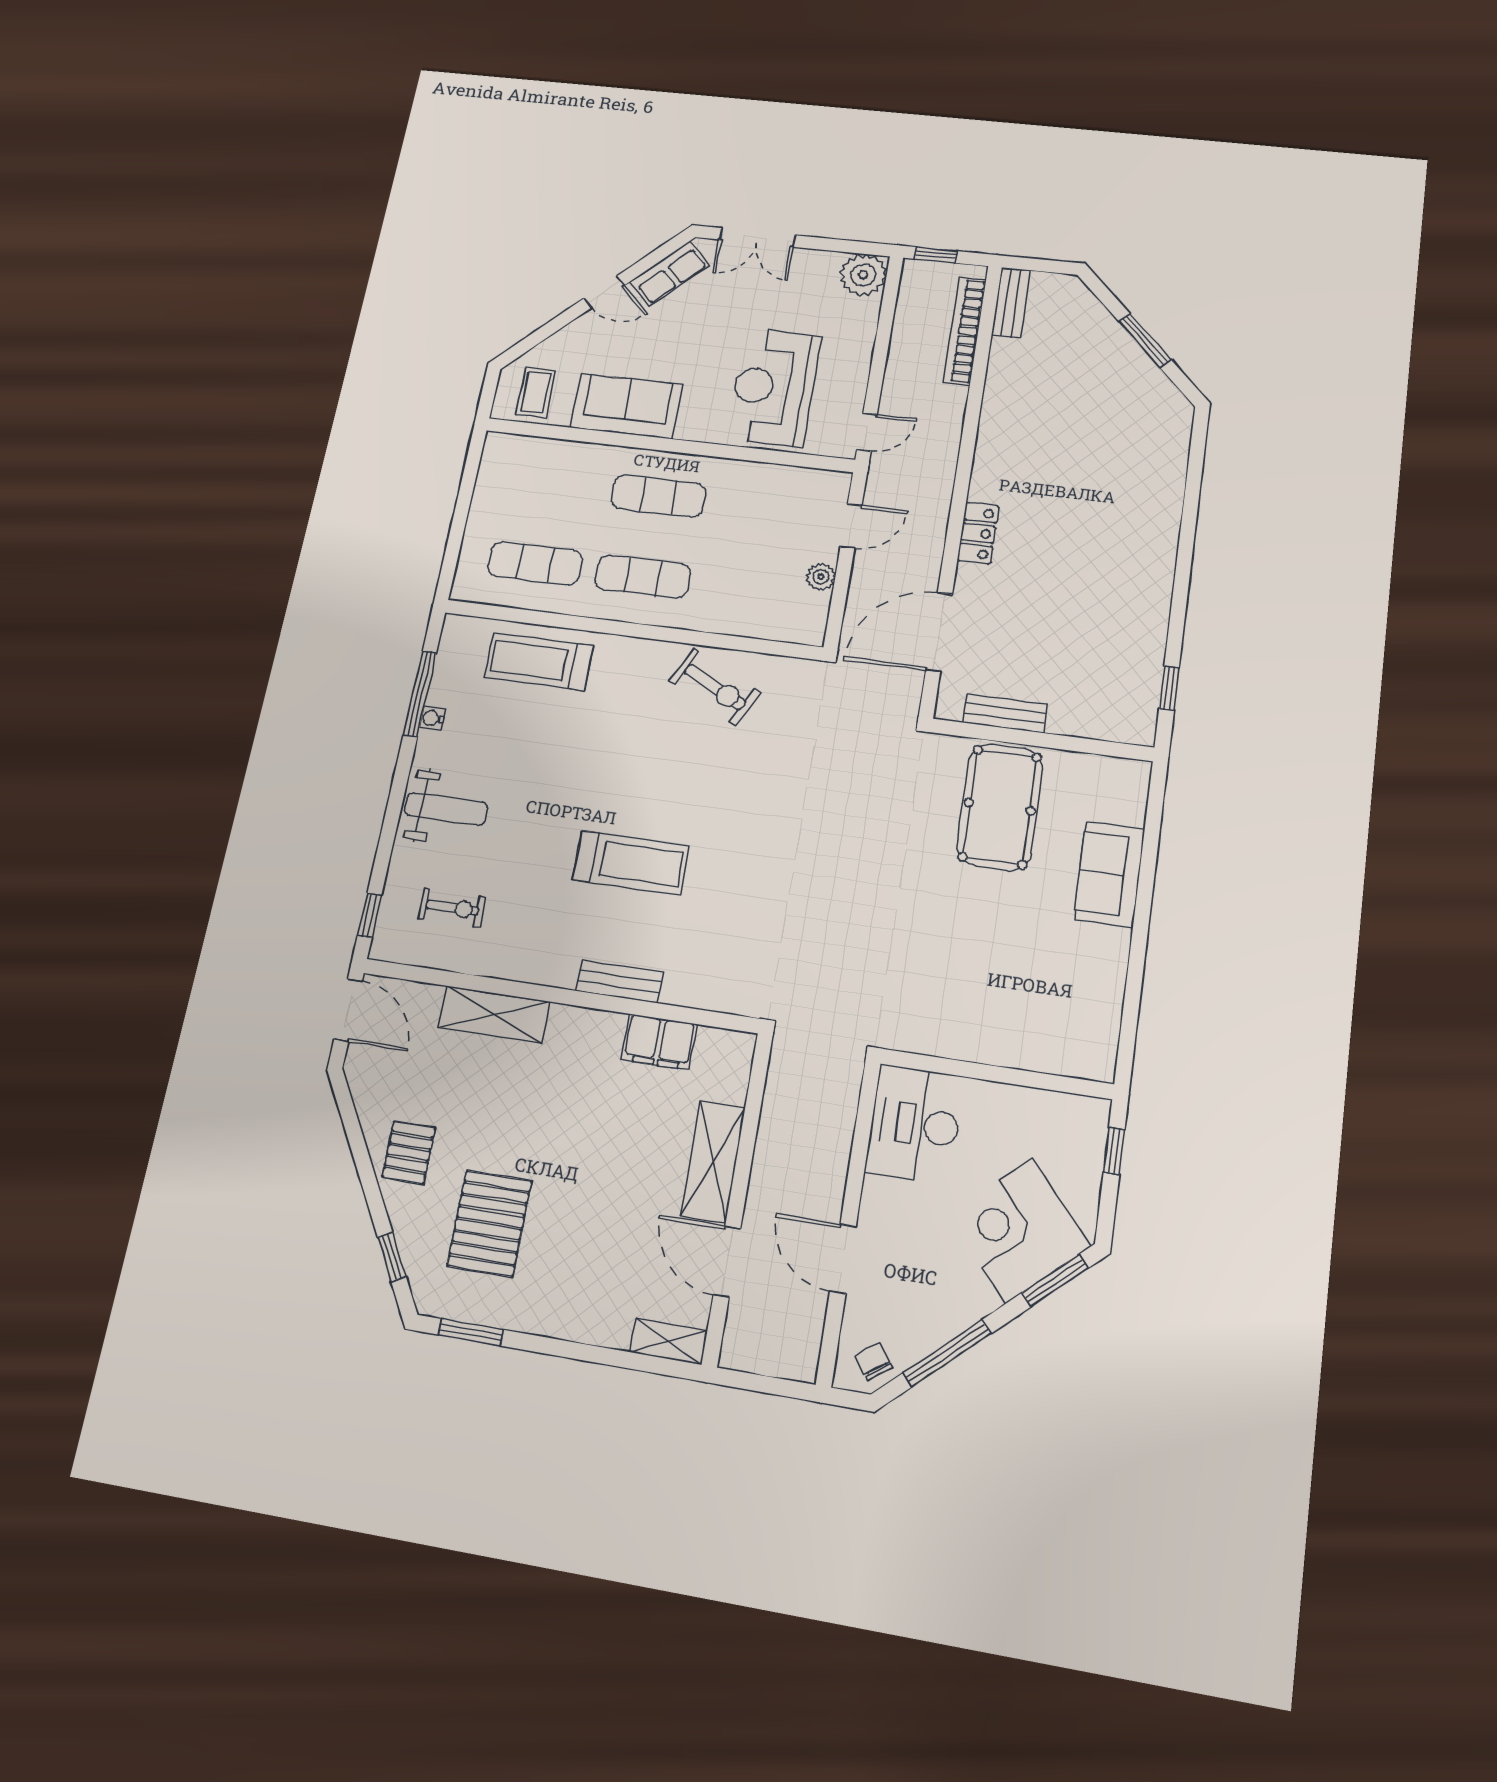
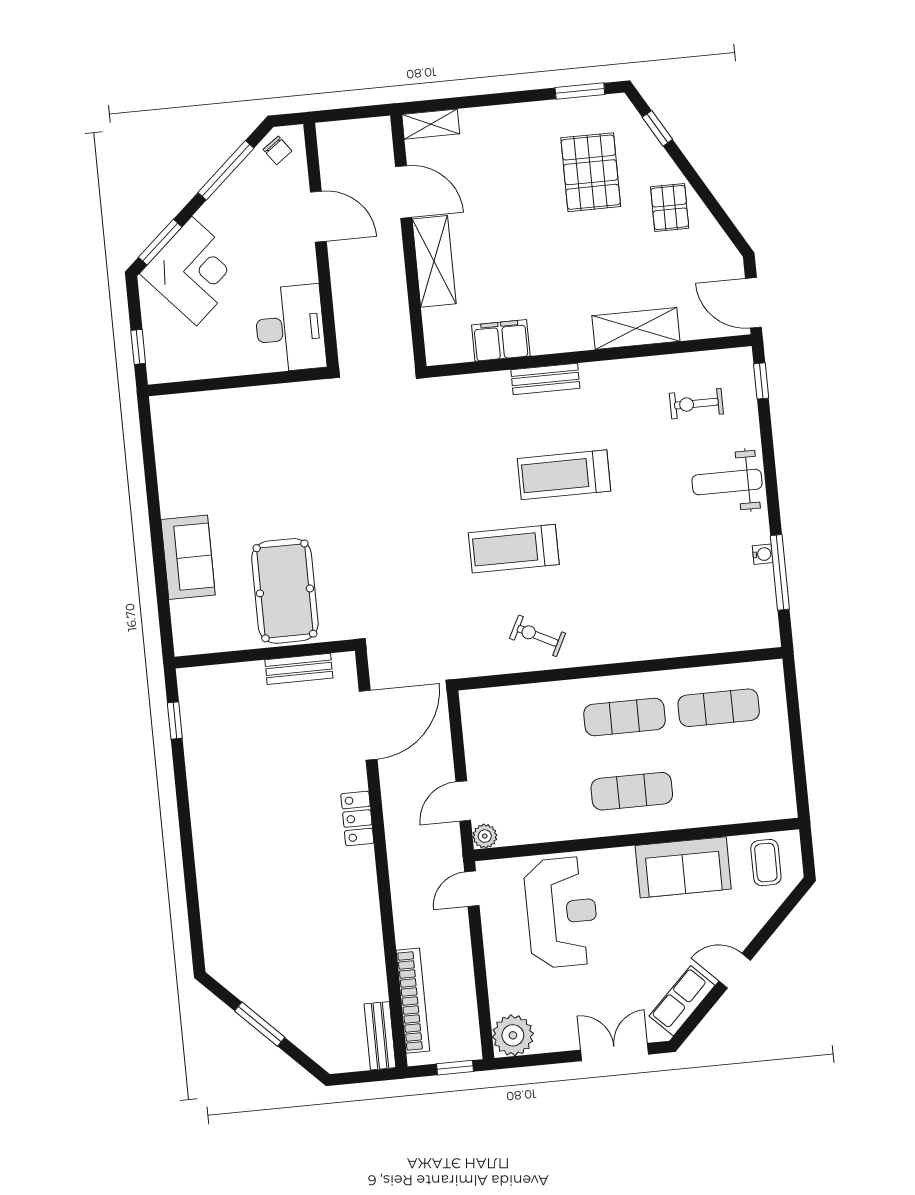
plant: (821, 577) -> (485, 836), moved
treadmill: (539, 662) -> (514, 549), moved, turned 180
exercise bike: (715, 687) -> (538, 636), width x0.73, depth x0.72

